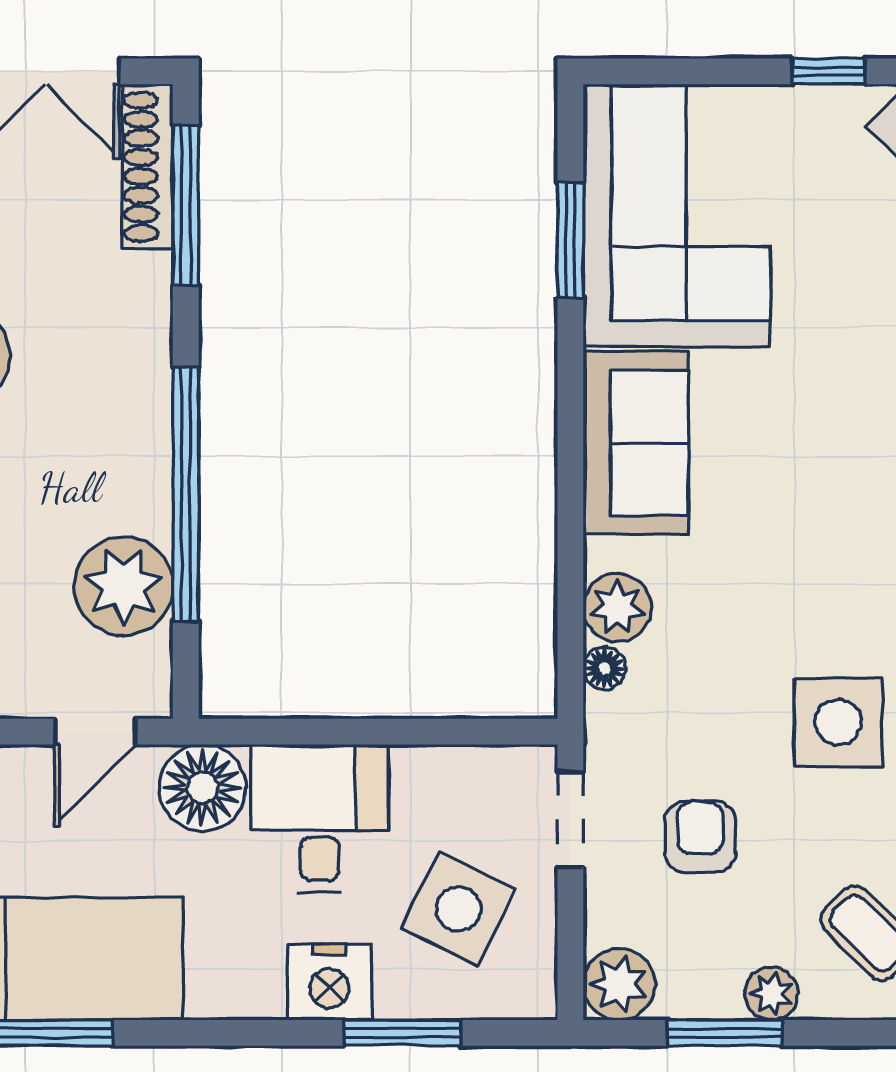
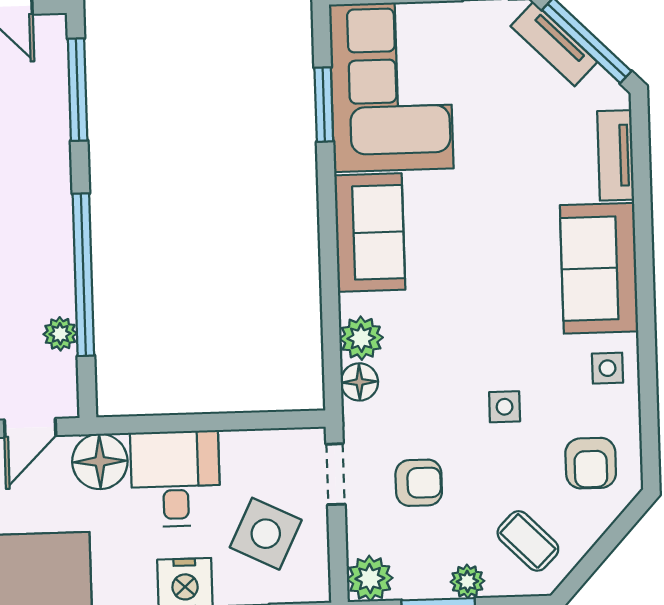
shoe rack: (147, 167) -> (52, 66), removed
plant: (123, 586) -> (60, 334), width x0.53, depth x0.53
floor lamp: (604, 668) -> (359, 382), width x1.37, depth x1.37
side table: (838, 722) -> (505, 407), width x0.54, depth x0.54
armchair: (700, 837) -> (419, 483), turned 90

